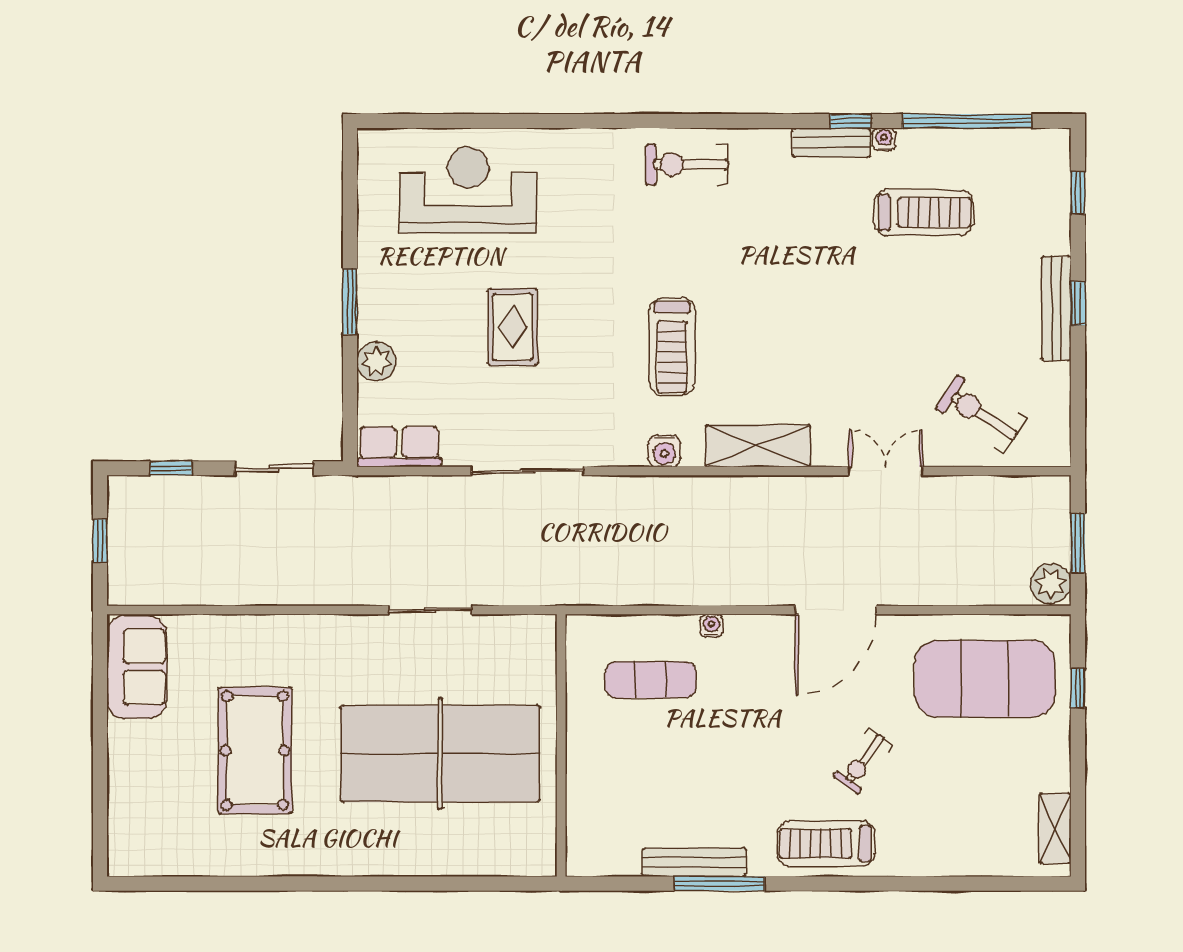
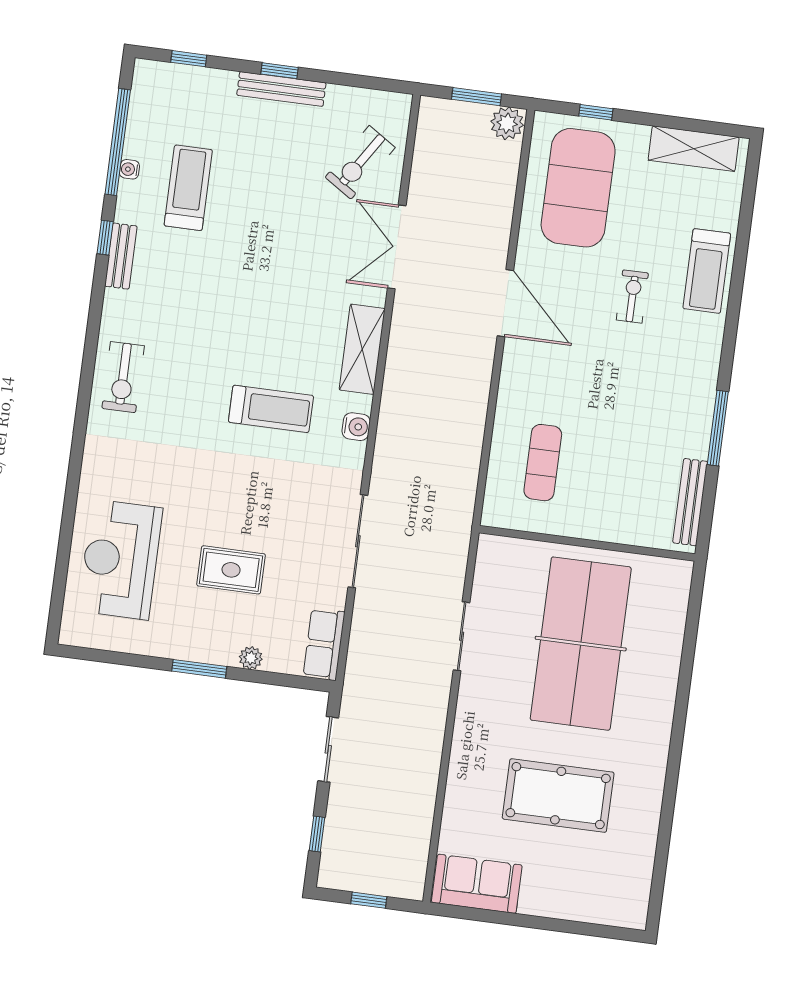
water cooler: (884, 139) -> (129, 169), moved
rug: (513, 327) -> (231, 570), moved
plant: (376, 361) -> (251, 658), width x0.73, depth x0.73
double door: (886, 471) -> (397, 247), width x1.37
water cooler: (711, 626) -> (505, 407), removed
exercise bike: (863, 761) -> (632, 297), turned -126
shelving: (1055, 828) -> (694, 149), width x1.50, depth x1.33
treadmill: (826, 844) -> (707, 271), moved
bench: (694, 862) -> (690, 502), moved

